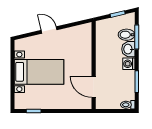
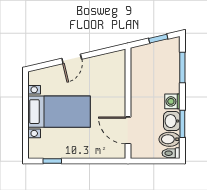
door: (49, 30) -> (72, 59), swing flipped
bidet: (127, 35) -> (170, 139), moved
washbasin: (128, 49) -> (172, 121), moved

